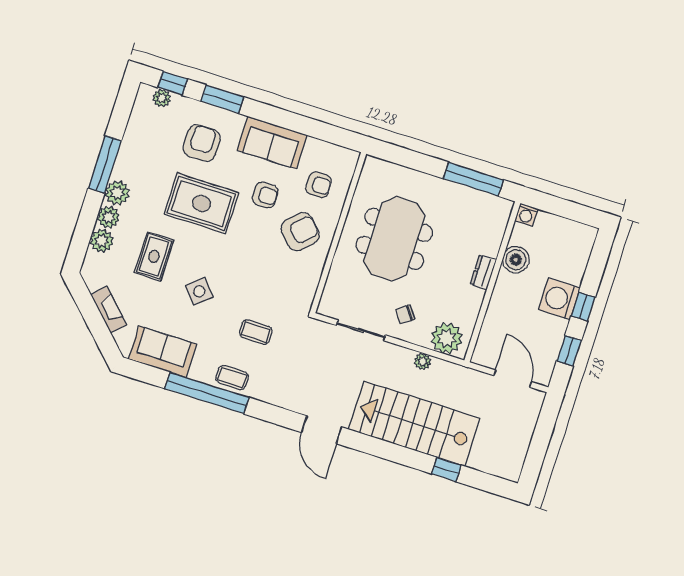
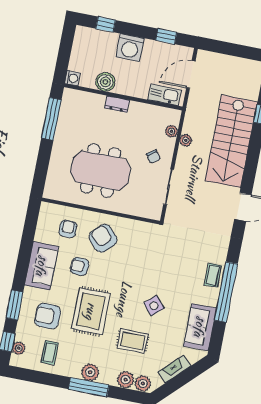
window: (105, 164) -> (89, 387), moved
armchair: (265, 195) -> (80, 266), turned -86
plant: (108, 217) -> (143, 384), moved
window: (583, 307) -> (106, 24), moved
coffee table: (256, 332) -> (50, 353), moved
plant: (447, 338) -> (171, 131), width x0.53, depth x0.53
kitchen sink: (489, 339) -> (165, 95), added

